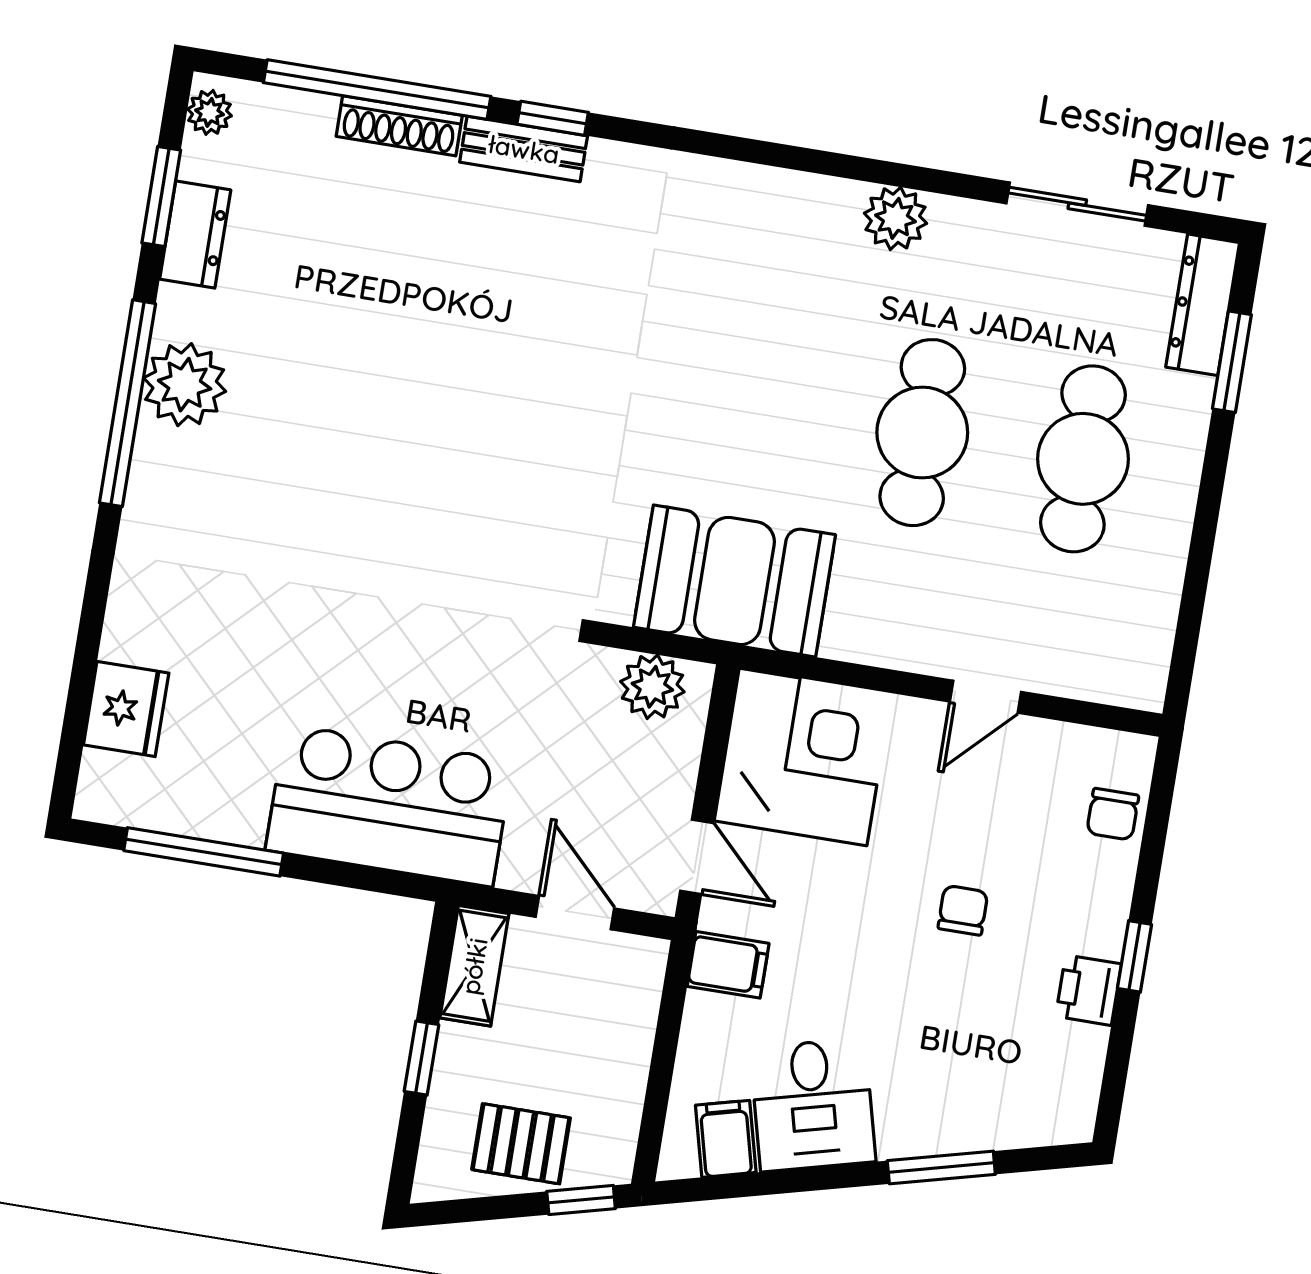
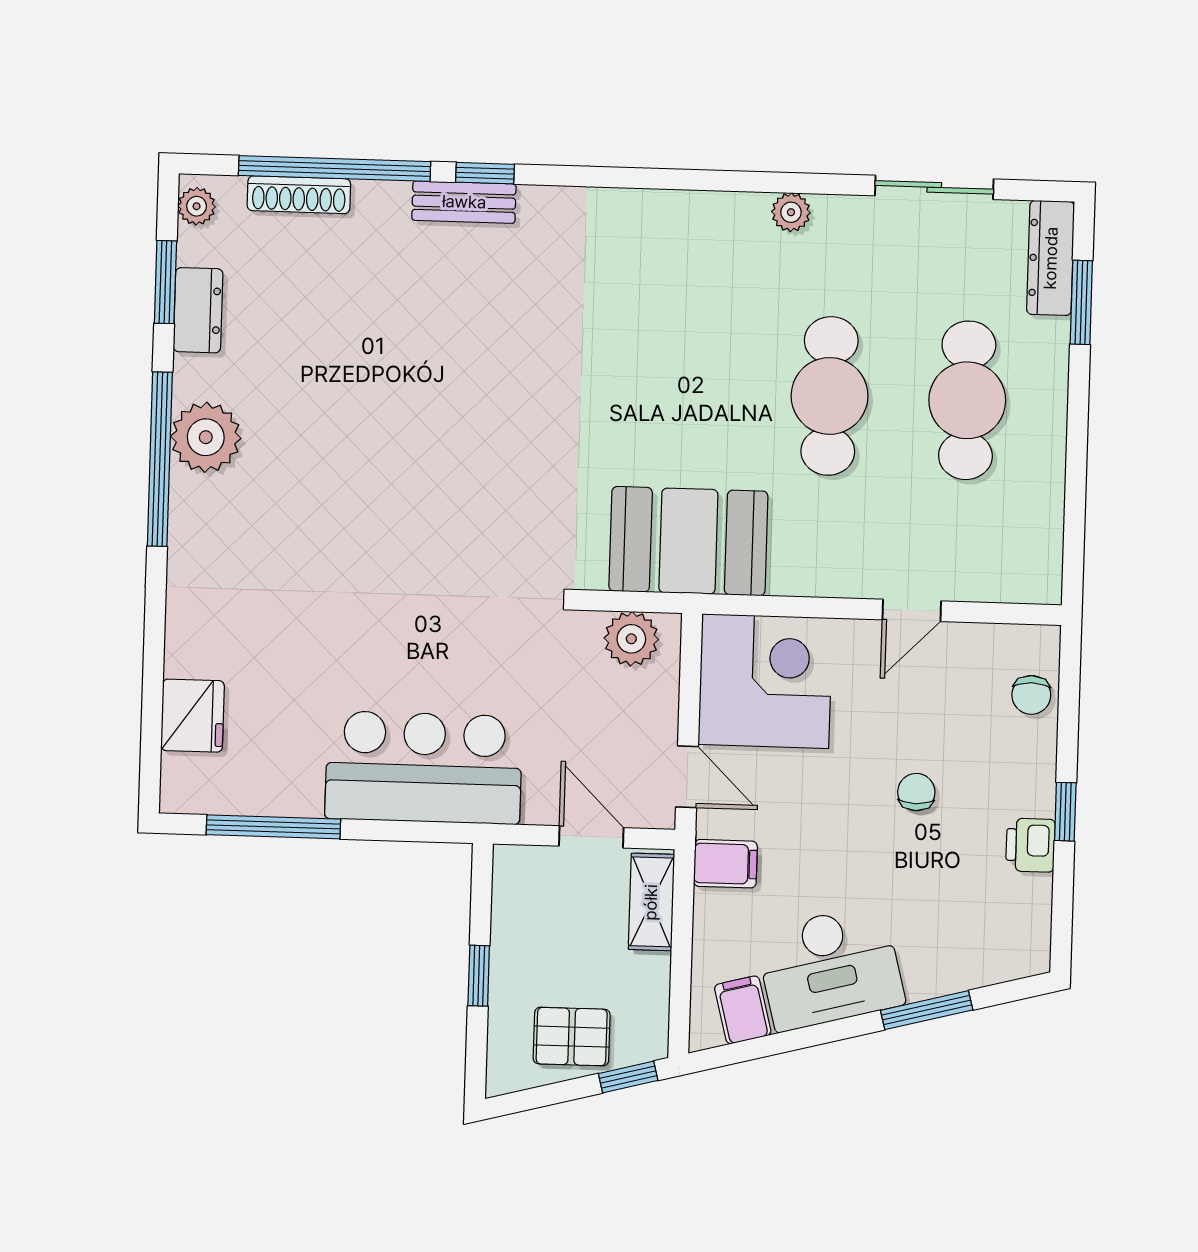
shoe rack: (399, 126) -> (299, 195), moved
plant: (895, 218) -> (791, 212), width x0.73, depth x0.73
shelving: (474, 966) -> (651, 902), moved
desk: (813, 1105) -> (830, 968), width x1.37

